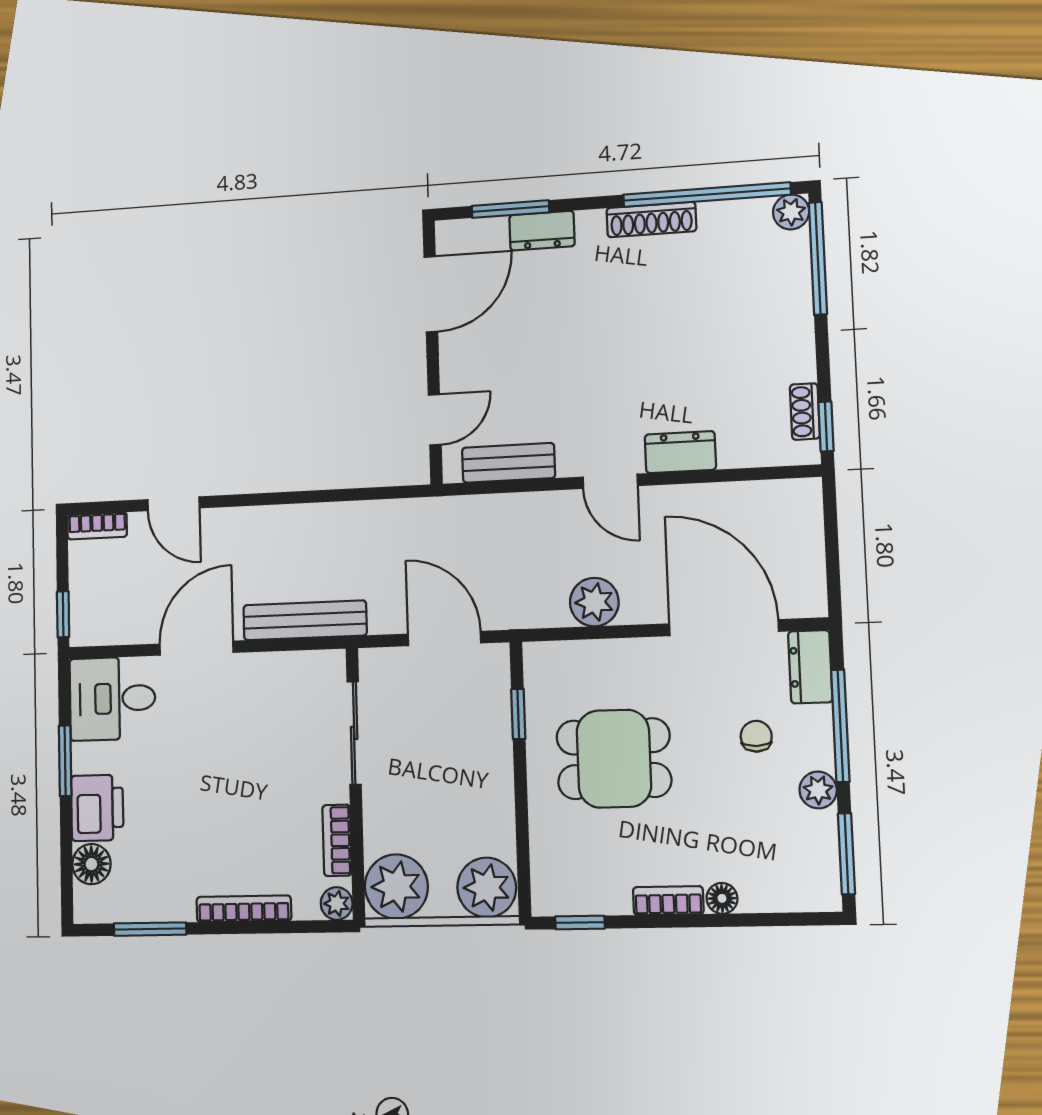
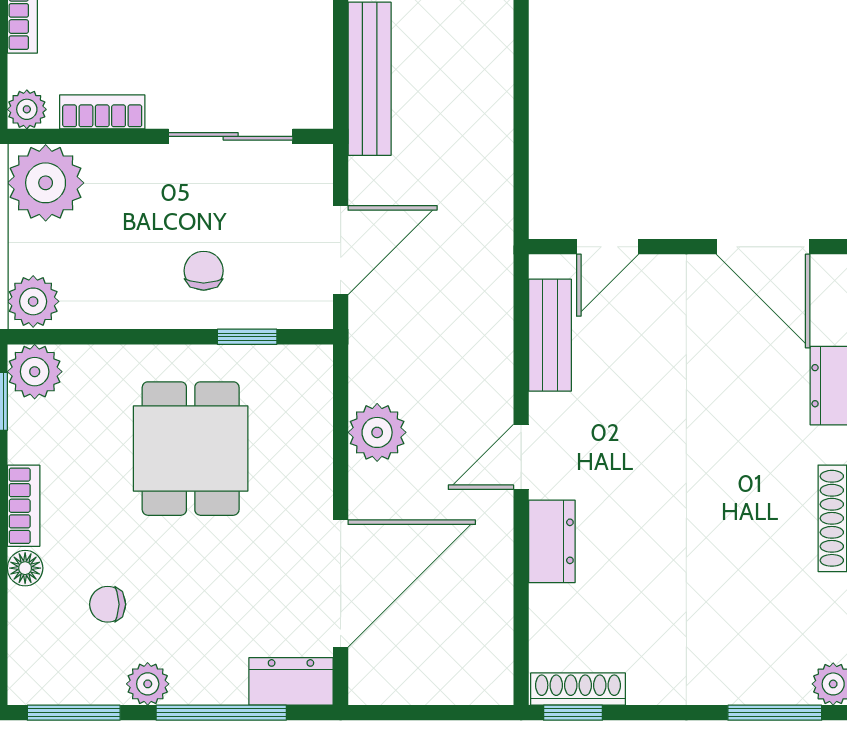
window: (818, 258) -> (775, 713), width x0.69
shoe rack: (805, 412) -> (578, 689), width x1.43
door: (435, 420) -> (608, 247), hinge flipped
chair: (756, 736) -> (108, 604), moved, turned 180
chair: (465, 752) -> (204, 271), added
plant: (487, 888) -> (33, 301), width x0.73, depth x0.73
plant: (554, 893) -> (35, 372), added

